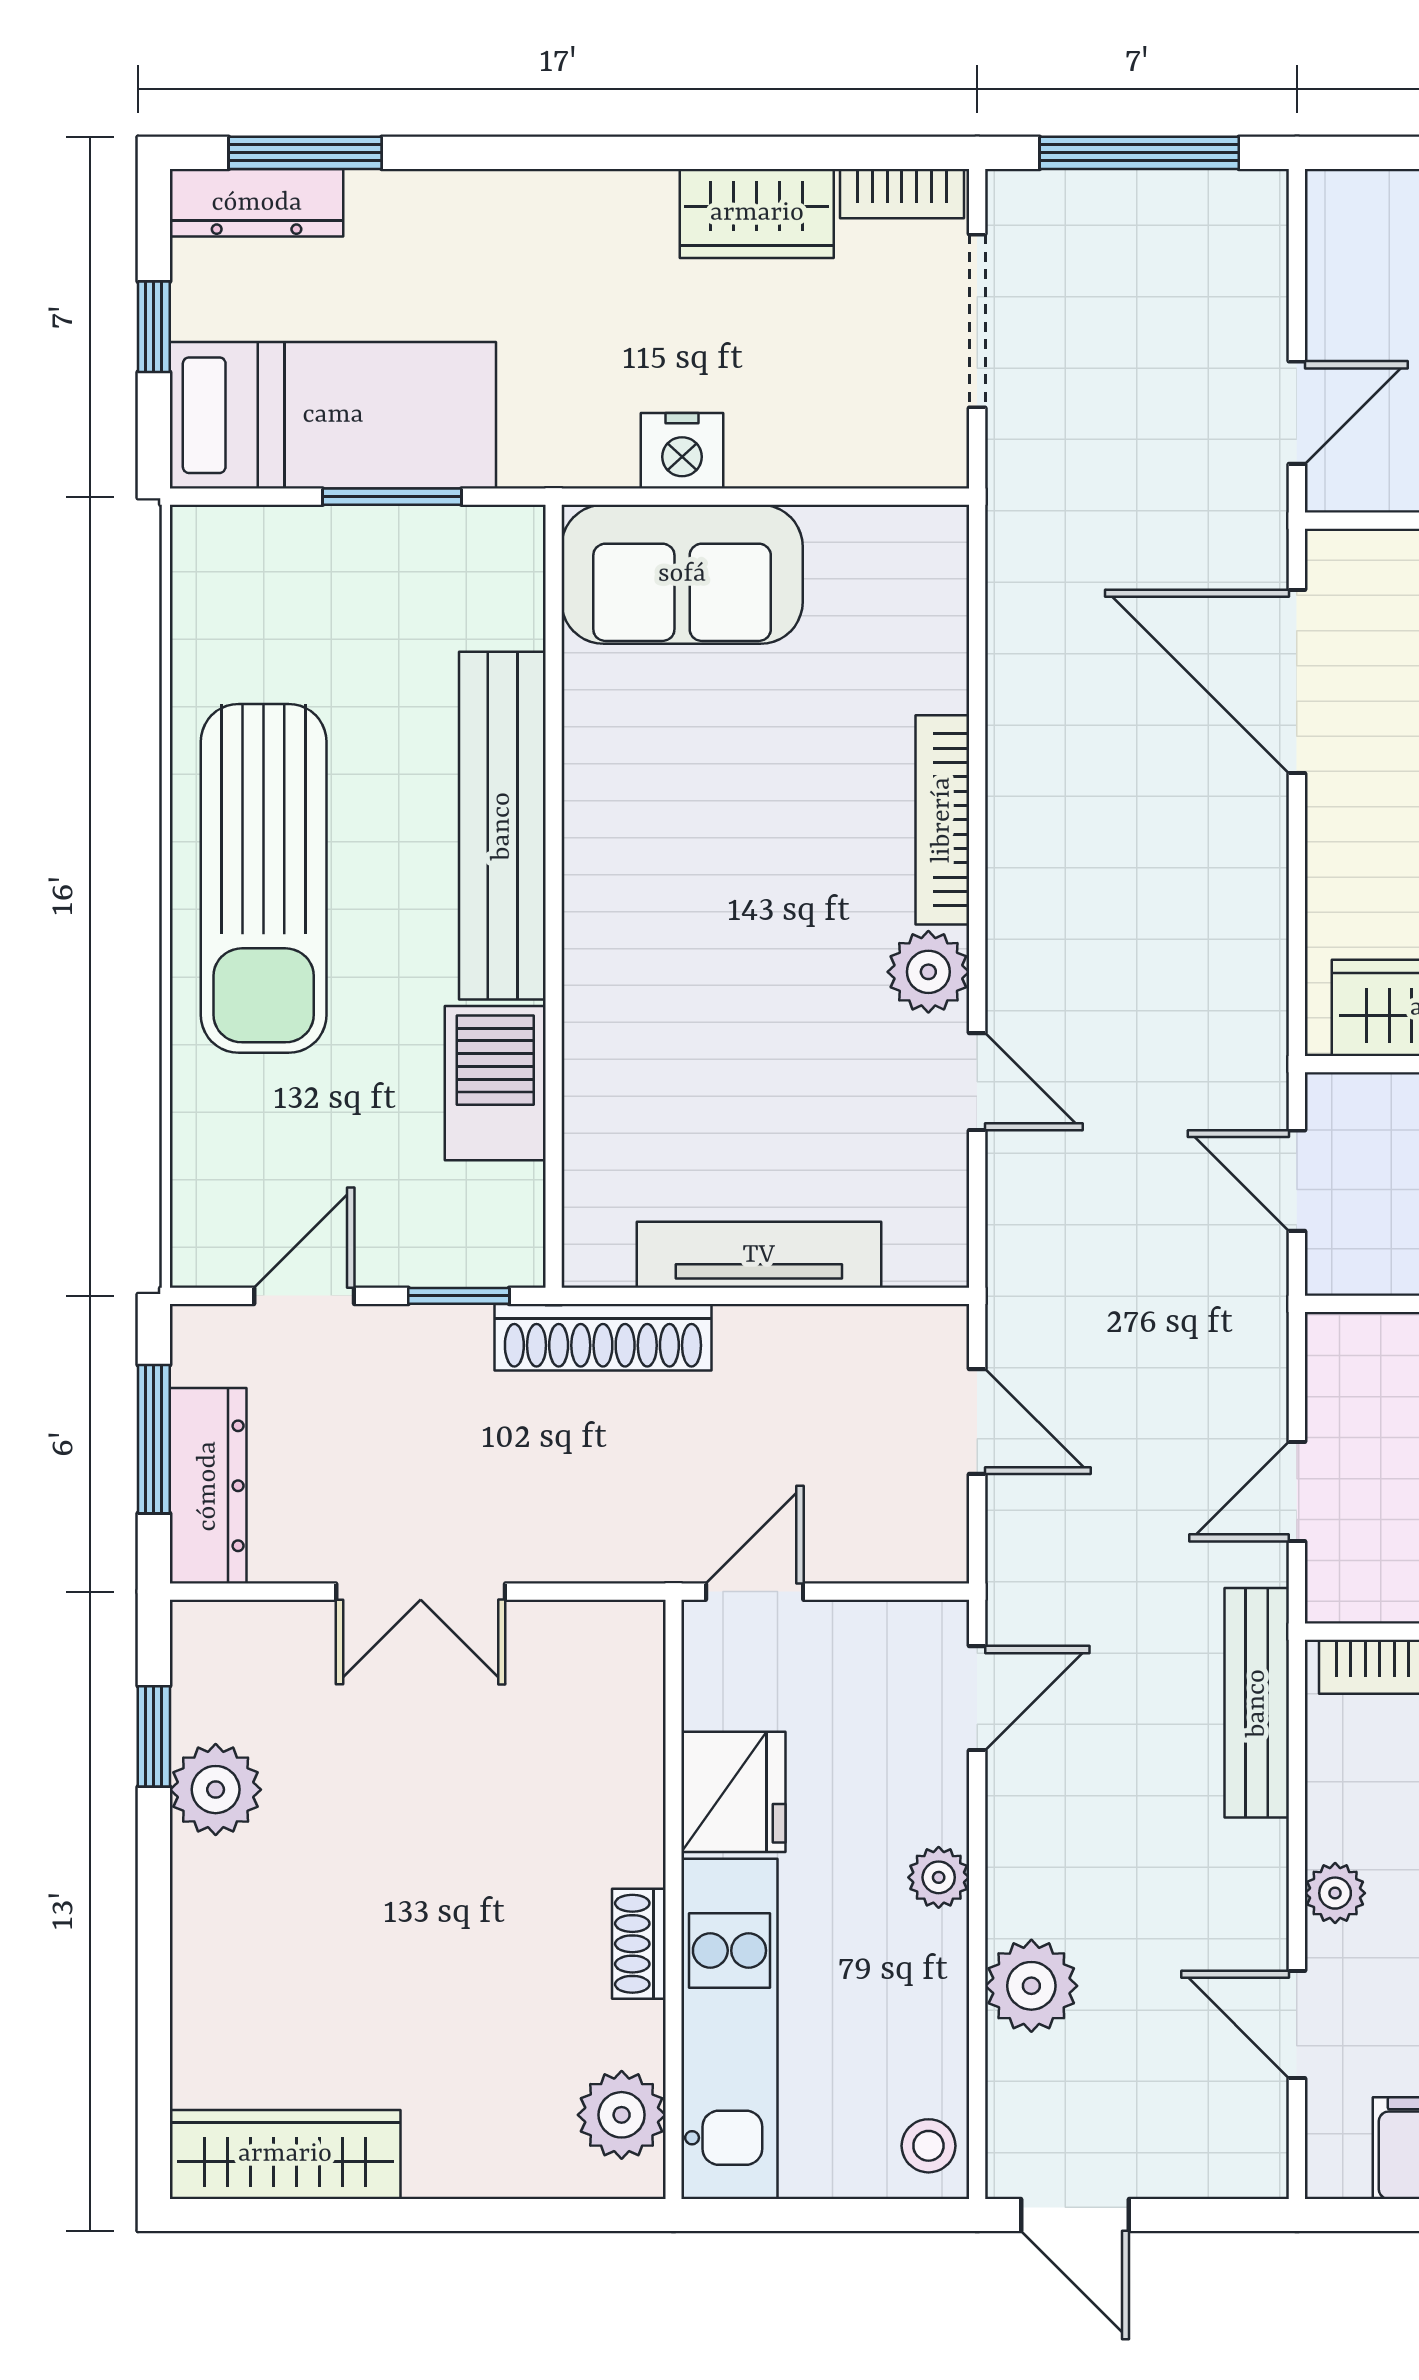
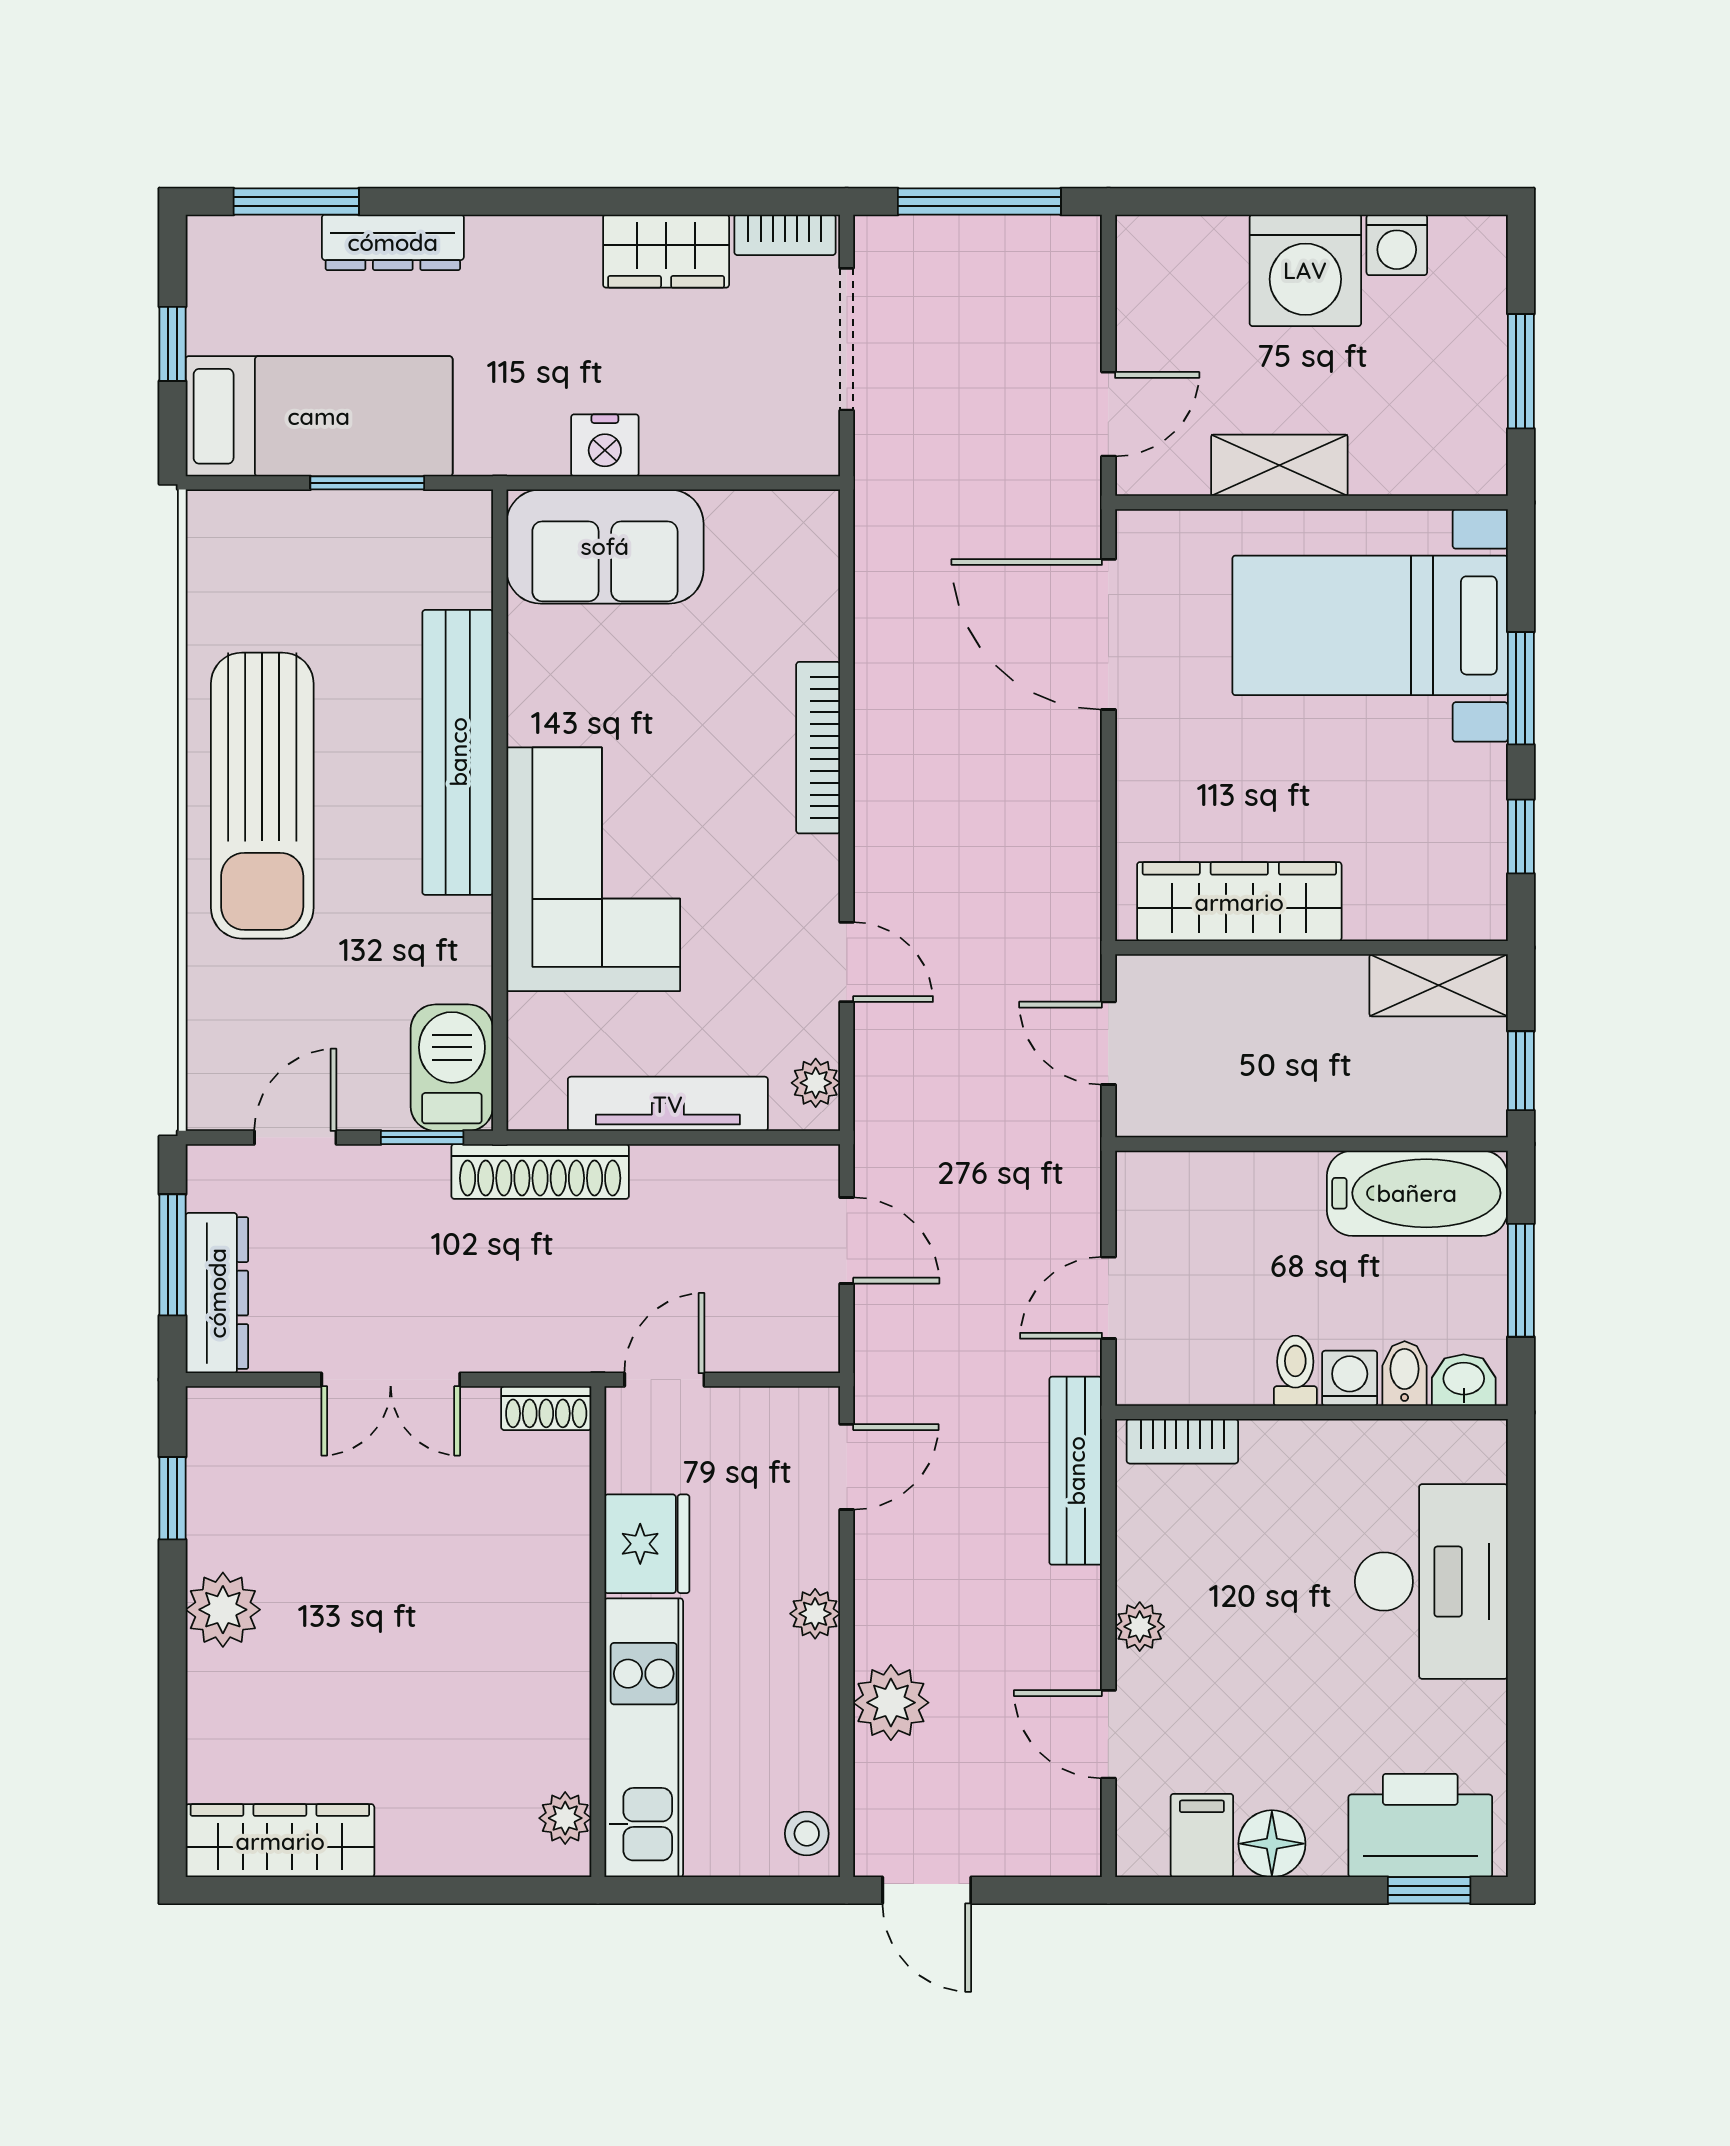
dresser: (257, 203) -> (393, 242), moved
corner sofa: (668, 968) -> (593, 869), added
plant: (928, 972) -> (816, 1083), moved, width x0.73, depth x0.73
barbecue: (495, 1083) -> (452, 1068), moved
plant: (216, 1790) -> (223, 1610), moved
shoe rack: (639, 1944) -> (546, 1408), moved, turned -90
plant: (622, 2115) -> (565, 1818), width x0.73, depth x0.73

